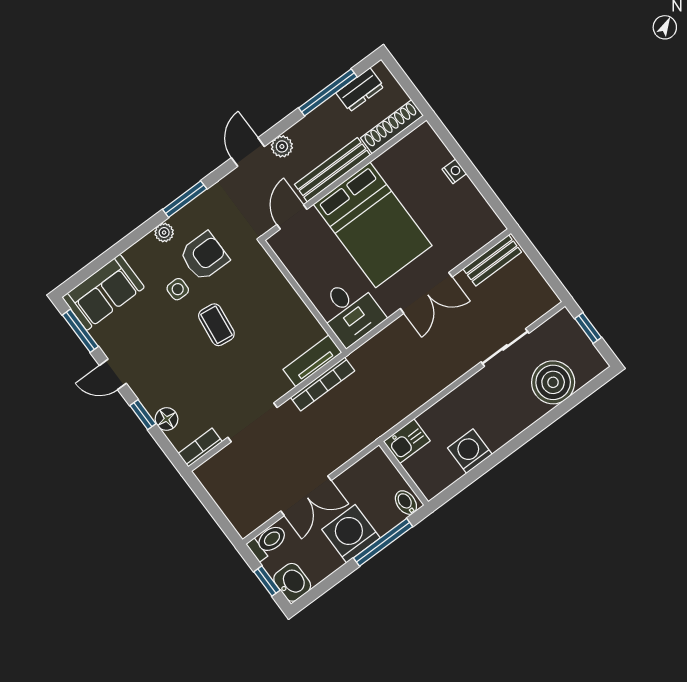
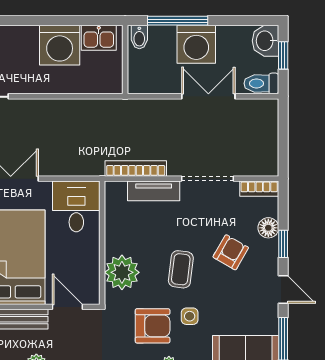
door: (292, 217) -> (67, 307), swing flipped
armchair: (204, 256) -> (153, 326), turned 180
plant: (266, 283) -> (122, 272), added
tv unit: (312, 361) -> (154, 191), moved
armchair: (184, 373) -> (231, 252), added
kitchen sink: (407, 441) -> (99, 38), moved, turned 180
washing machine: (470, 451) -> (60, 45), width x1.37, depth x1.37

